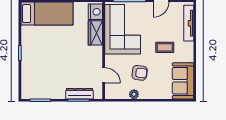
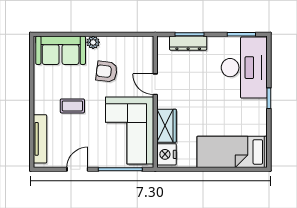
door: (104, 75) -> (155, 84), moved
desk: (38, 76) -> (244, 68), added
sofa: (183, 81) -> (61, 50), moved, turned 90
plant: (134, 94) -> (93, 42), moved

